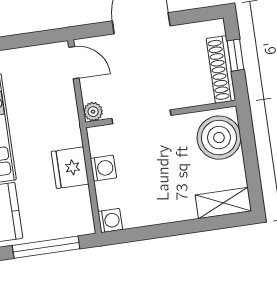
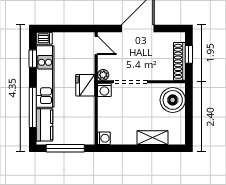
fridge: (70, 168) -> (85, 85), moved
washing machine: (103, 168) -> (104, 90), moved, turned 90
shelving: (223, 203) -> (153, 138), moved

